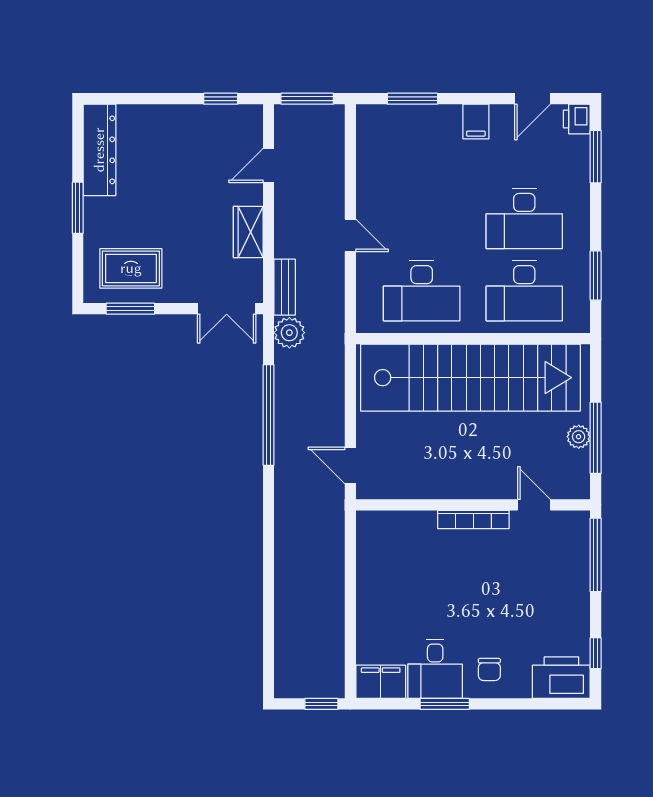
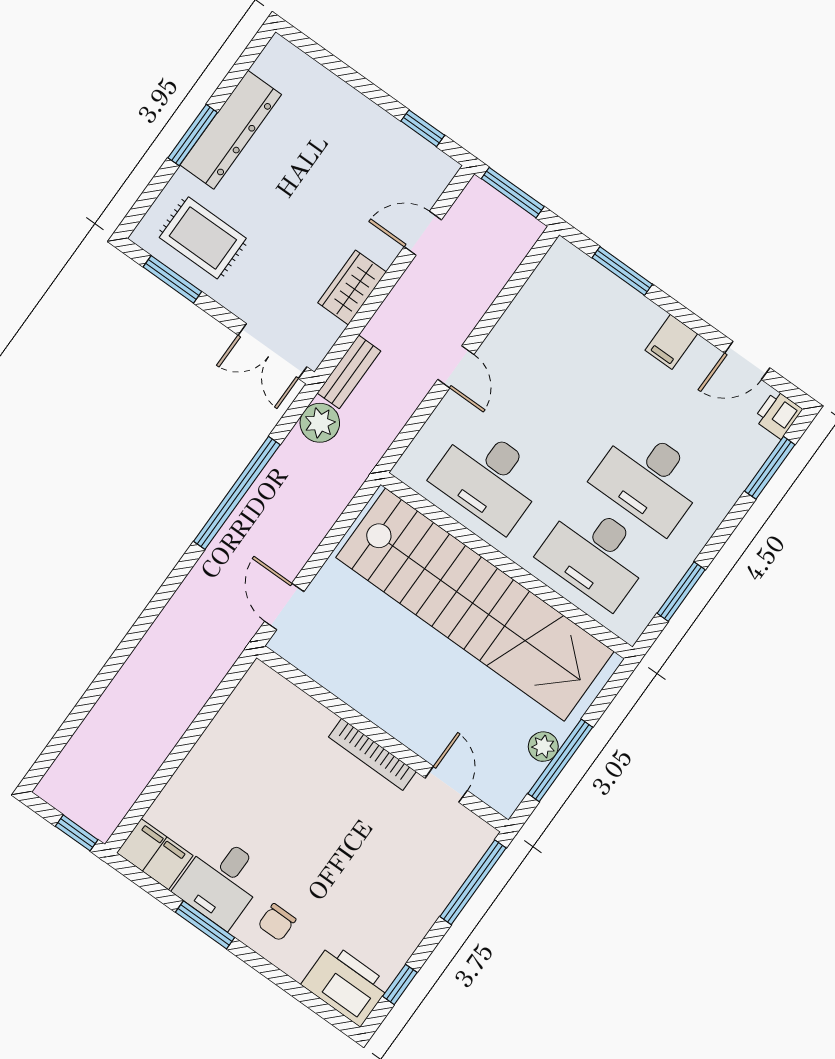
dresser: (99, 150) -> (231, 130), moved

